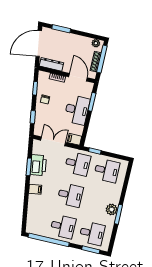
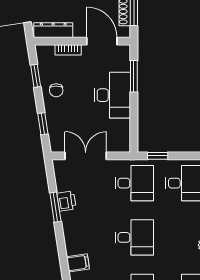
filing cabinet: (74, 139) -> (120, 144), removed
printer: (38, 165) -> (66, 201), width x0.53, depth x0.68
filing cabinet: (35, 189) -> (78, 263), moved

